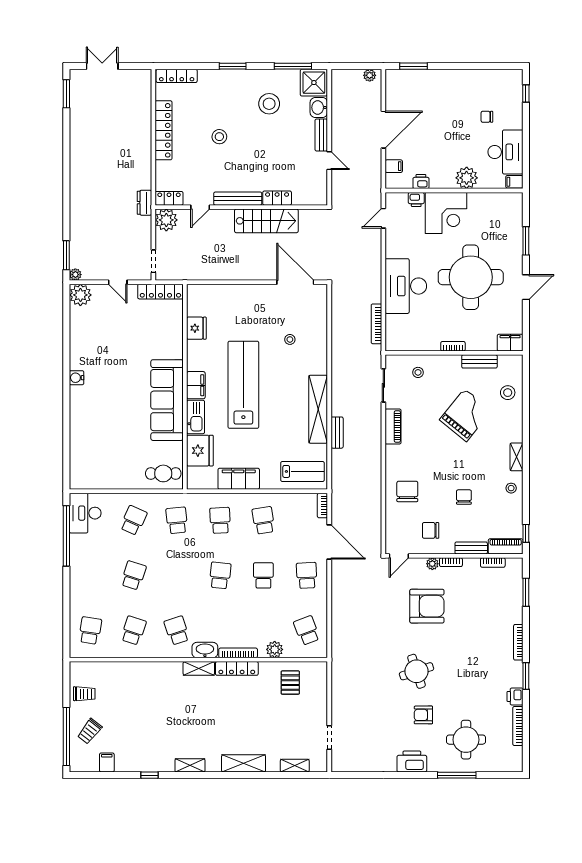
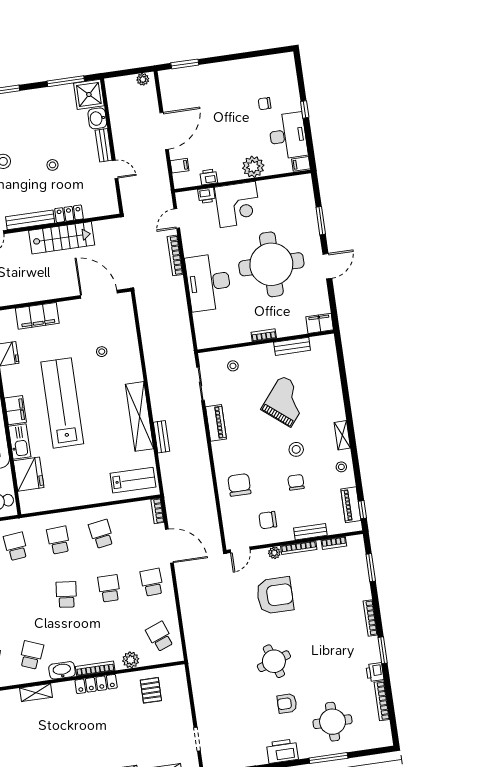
window: (526, 94) -> (305, 109), moved
stool: (269, 104) -> (53, 165), moved, width x0.53, depth x0.53
bookcase: (376, 324) -> (175, 255), moved
stool: (508, 393) -> (296, 449), moved
filing cabinet: (239, 479) -> (37, 316), moved, turned 180
piano: (506, 546) -> (351, 505), moved, turned -90
bookcase: (451, 562) -> (299, 548), width x1.56
school desk: (177, 630) -> (31, 655), turned 39
shelving: (199, 668) -> (36, 693), moved

